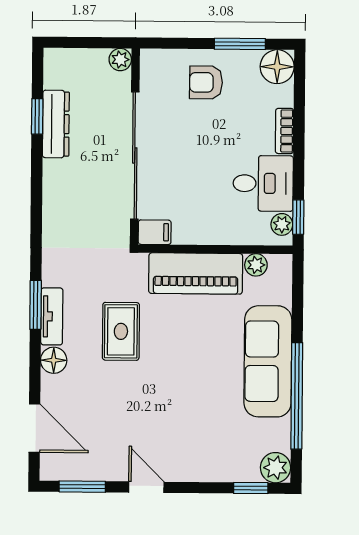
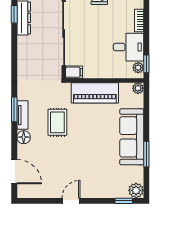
plant: (256, 265) -> (138, 88), moved
window: (297, 396) -> (146, 154), width x0.47
window: (82, 487) -> (39, 201), removed
door: (146, 487) -> (71, 201), hinge flipped

